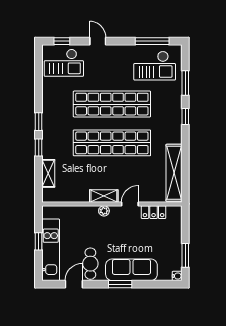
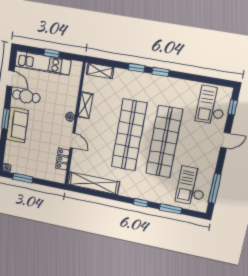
shelving: (48, 173) -> (100, 71), moved
shelving: (104, 196) -> (85, 105), moved
sofa: (131, 270) -> (17, 125), width x0.73

